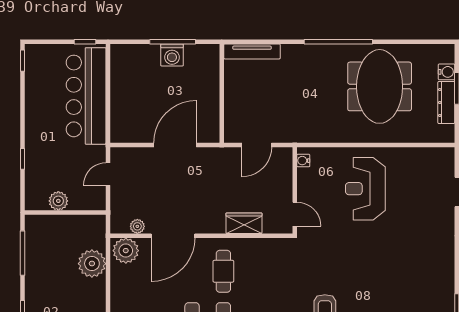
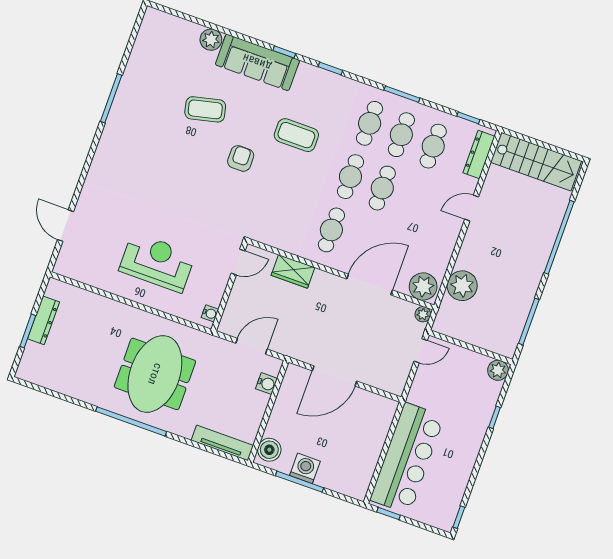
boiler: (209, 60) -> (269, 450), added
water cooler: (446, 72) -> (267, 384), moved, turned 180
meeting table: (380, 86) -> (155, 374), moved
door: (108, 174) -> (421, 351), moved
reception desk: (365, 189) -> (157, 262), turned -90
plant: (58, 201) -> (498, 370), moved
door: (295, 214) -> (238, 262), swing flipped
plant: (137, 226) -> (423, 314), moved

